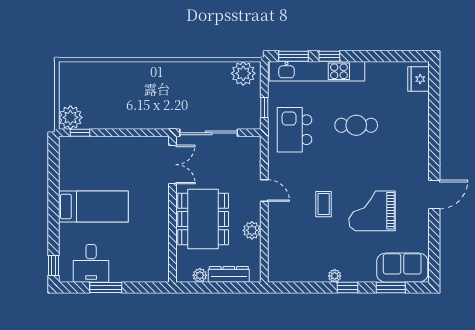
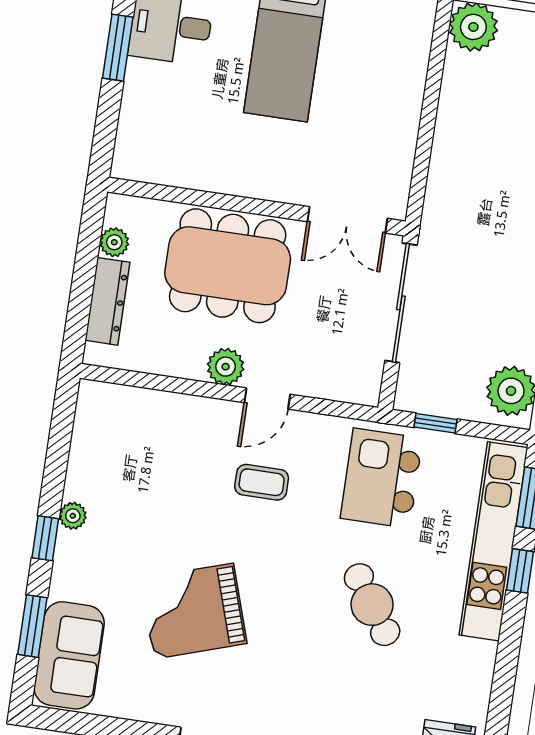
cafe table: (356, 125) -> (372, 605), turned -34
kitchen island: (295, 130) -> (381, 478), turned -90
window: (80, 133) -> (439, 42), removed
coffee table: (324, 204) -> (262, 482), moved
grand piano: (372, 211) -> (194, 611), turned -108
plant: (252, 230) -> (226, 367), moved

